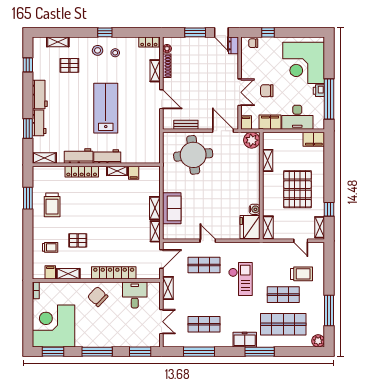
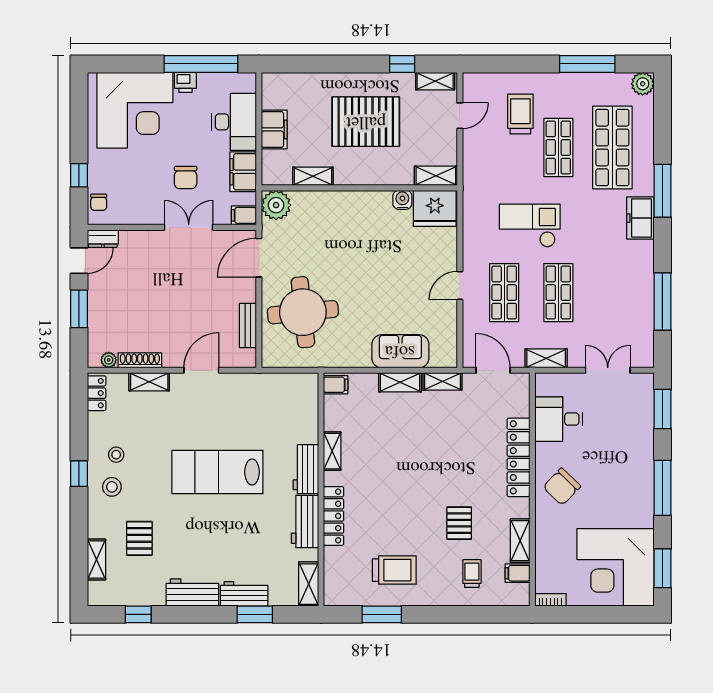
filing cabinet: (314, 139) -> (274, 129), moved
filing cabinet: (134, 173) -> (336, 385), moved
shop shelf: (204, 324) -> (558, 293), moved

